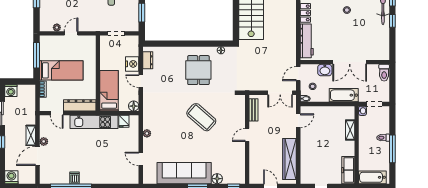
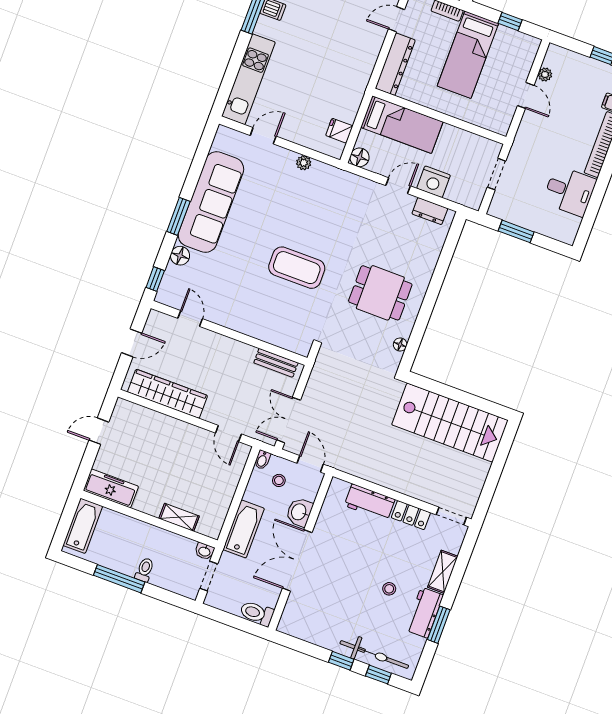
workbench: (307, 41) -> (370, 502), width x0.73
window: (36, 55) -> (510, 21), width x0.46
coffee table: (201, 117) -> (297, 268), turned 49
kitchen unit: (94, 122) -> (248, 79), moved, turned 180
door: (247, 135) -> (190, 319), moved

